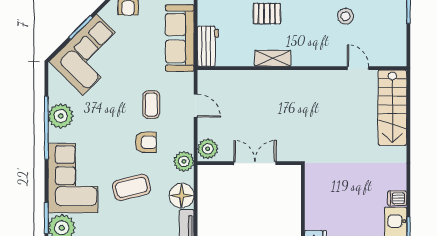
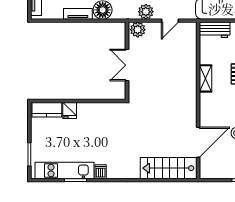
door: (358, 68) -> (198, 142), width x1.88
plant: (184, 161) -> (146, 12), moved
double door: (255, 163) -> (127, 65), swing flipped

